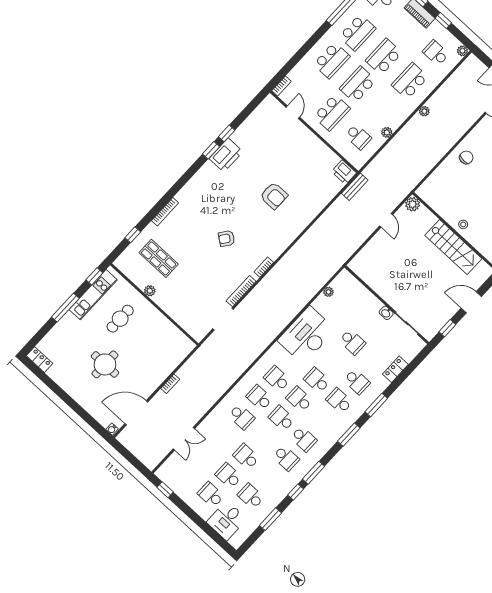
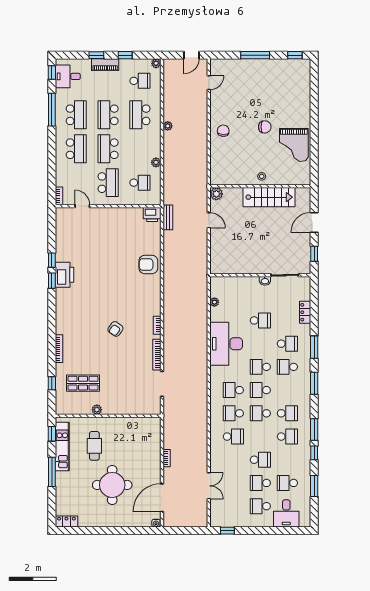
school desk: (436, 53) -> (140, 81), turned 180
armchair: (274, 196) -> (148, 264), moved, turned 180
round table: (105, 364) -> (112, 485), width x1.36, depth x1.36
school desk: (246, 457) -> (260, 460), turned 180

